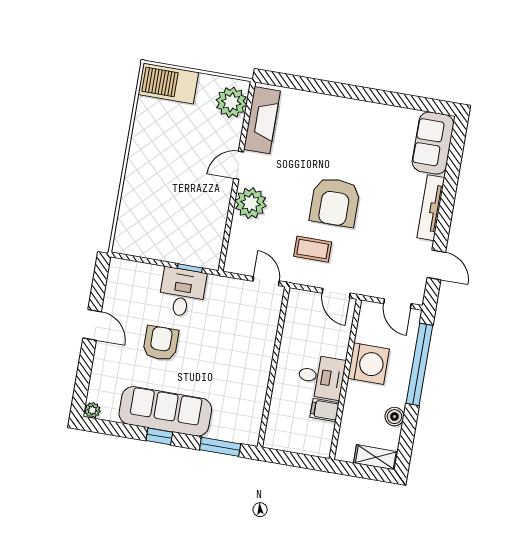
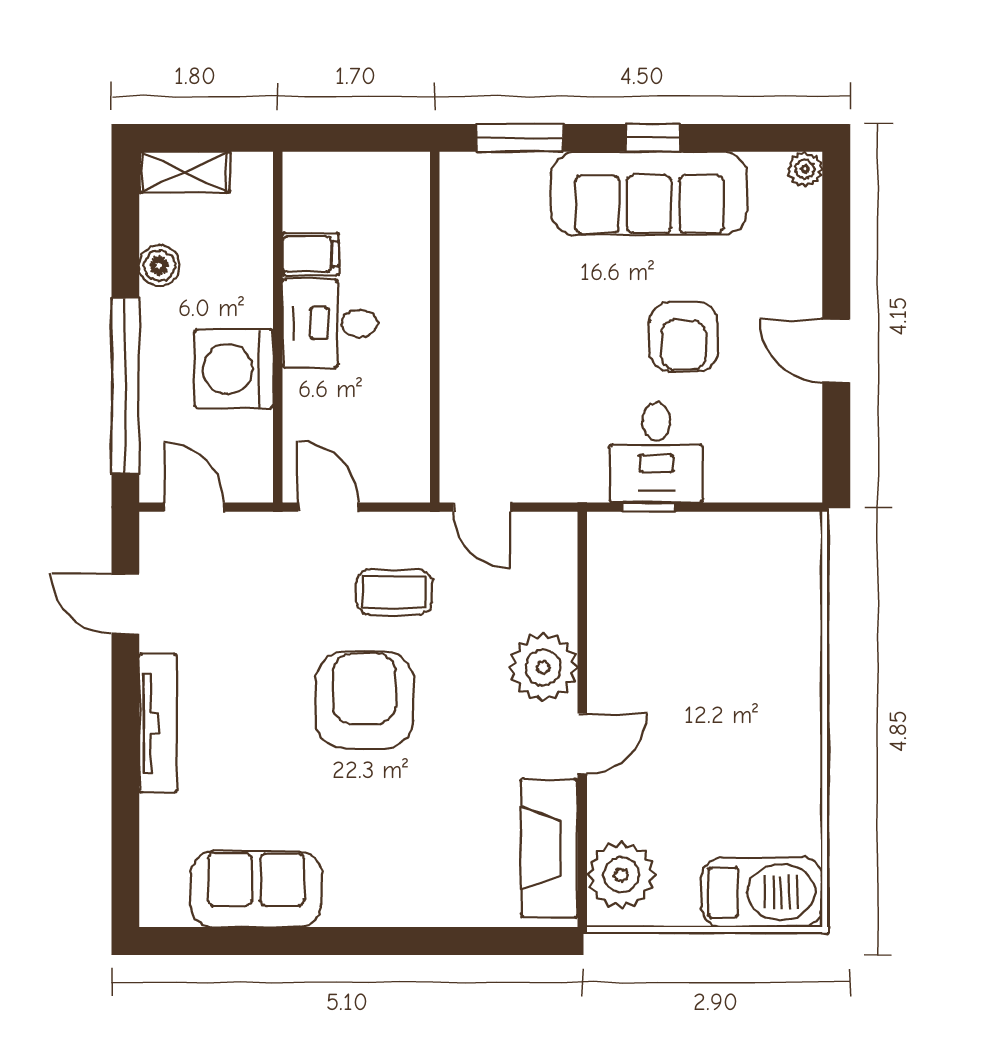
sofa: (433, 143) -> (256, 889), moved, turned -90

